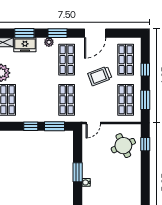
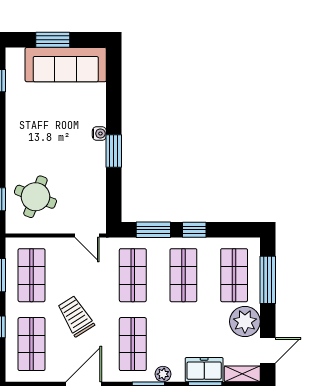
trolley: (100, 76) -> (76, 316), turned -101
shop shelf: (37, 100) -> (183, 275), added
door: (93, 123) -> (87, 236), swing flipped
round table: (123, 146) -> (35, 197), turned 45

